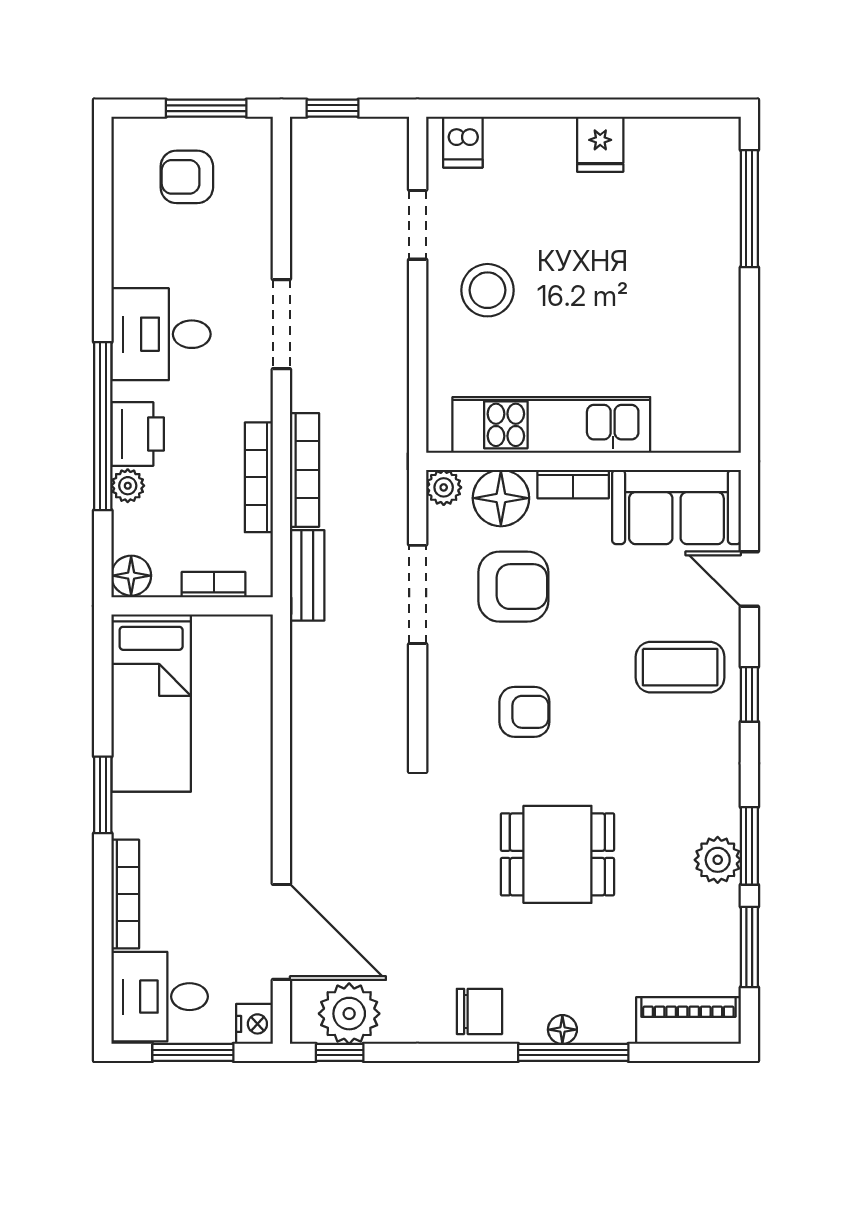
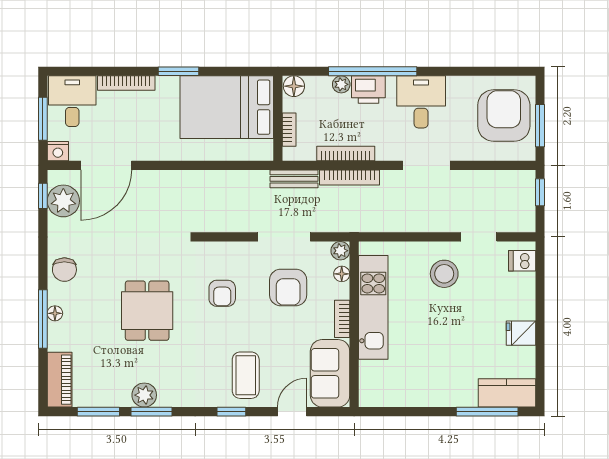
kitchen counter: (714, 171) -> (507, 393), added
armchair: (187, 177) -> (504, 115), width x1.88, depth x1.88
floor lamp: (501, 498) -> (342, 274), width x0.53, depth x0.53
bed: (151, 703) -> (227, 107), width x1.50

